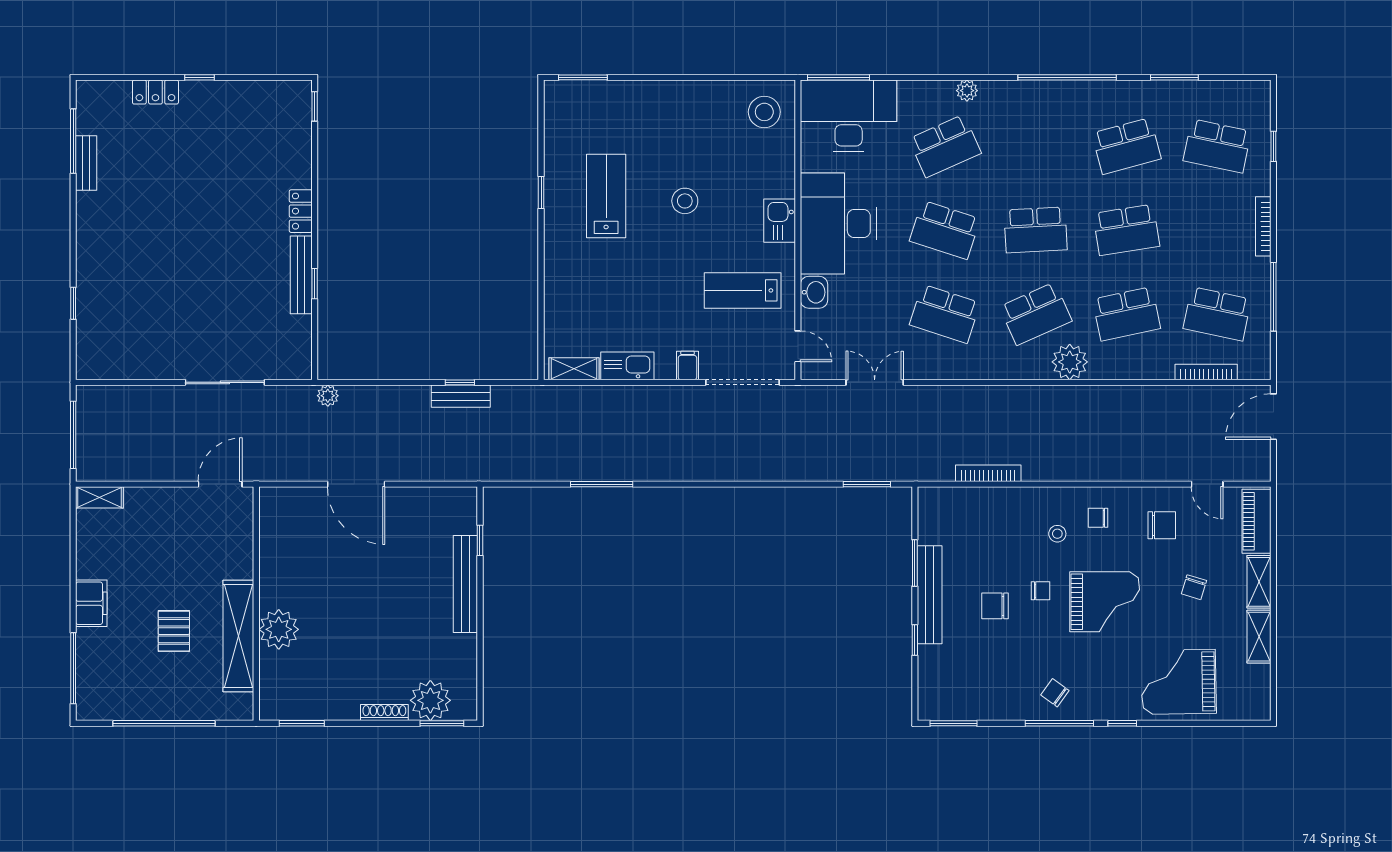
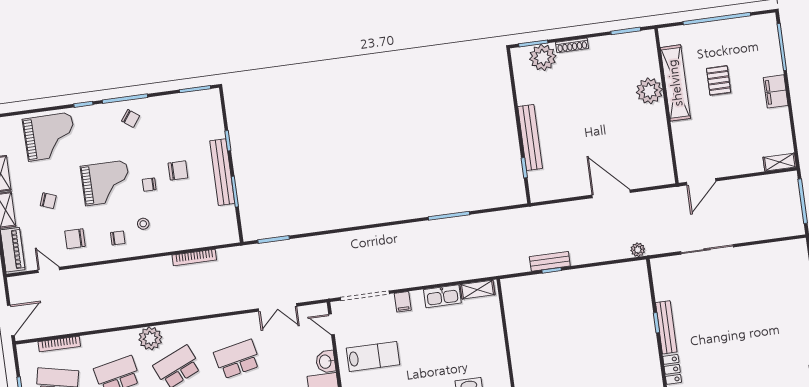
school desk: (945, 314) -> (237, 359), turned -30
chair: (1194, 587) -> (48, 201), turned 93
grand piano: (1105, 602) -> (106, 183), turned 180

